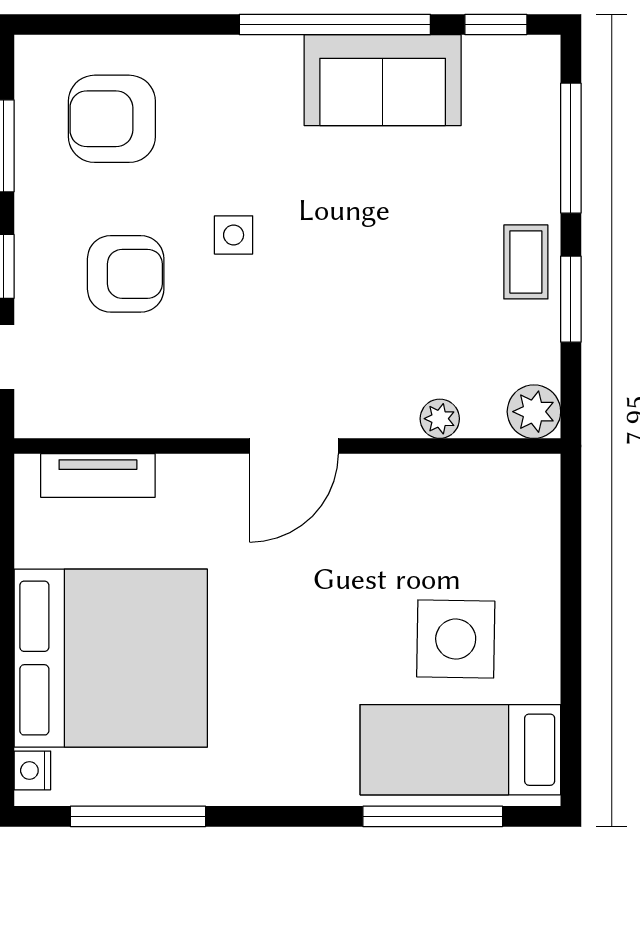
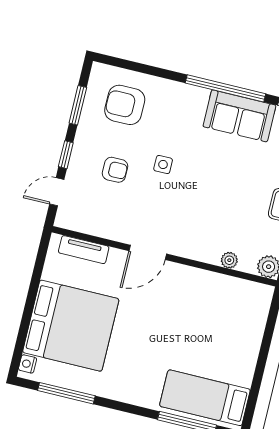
armchair: (126, 274) -> (115, 170), width x0.72, depth x0.72
door: (294, 446) -> (148, 252), moved
side table: (456, 639) -> (214, 352), removed

